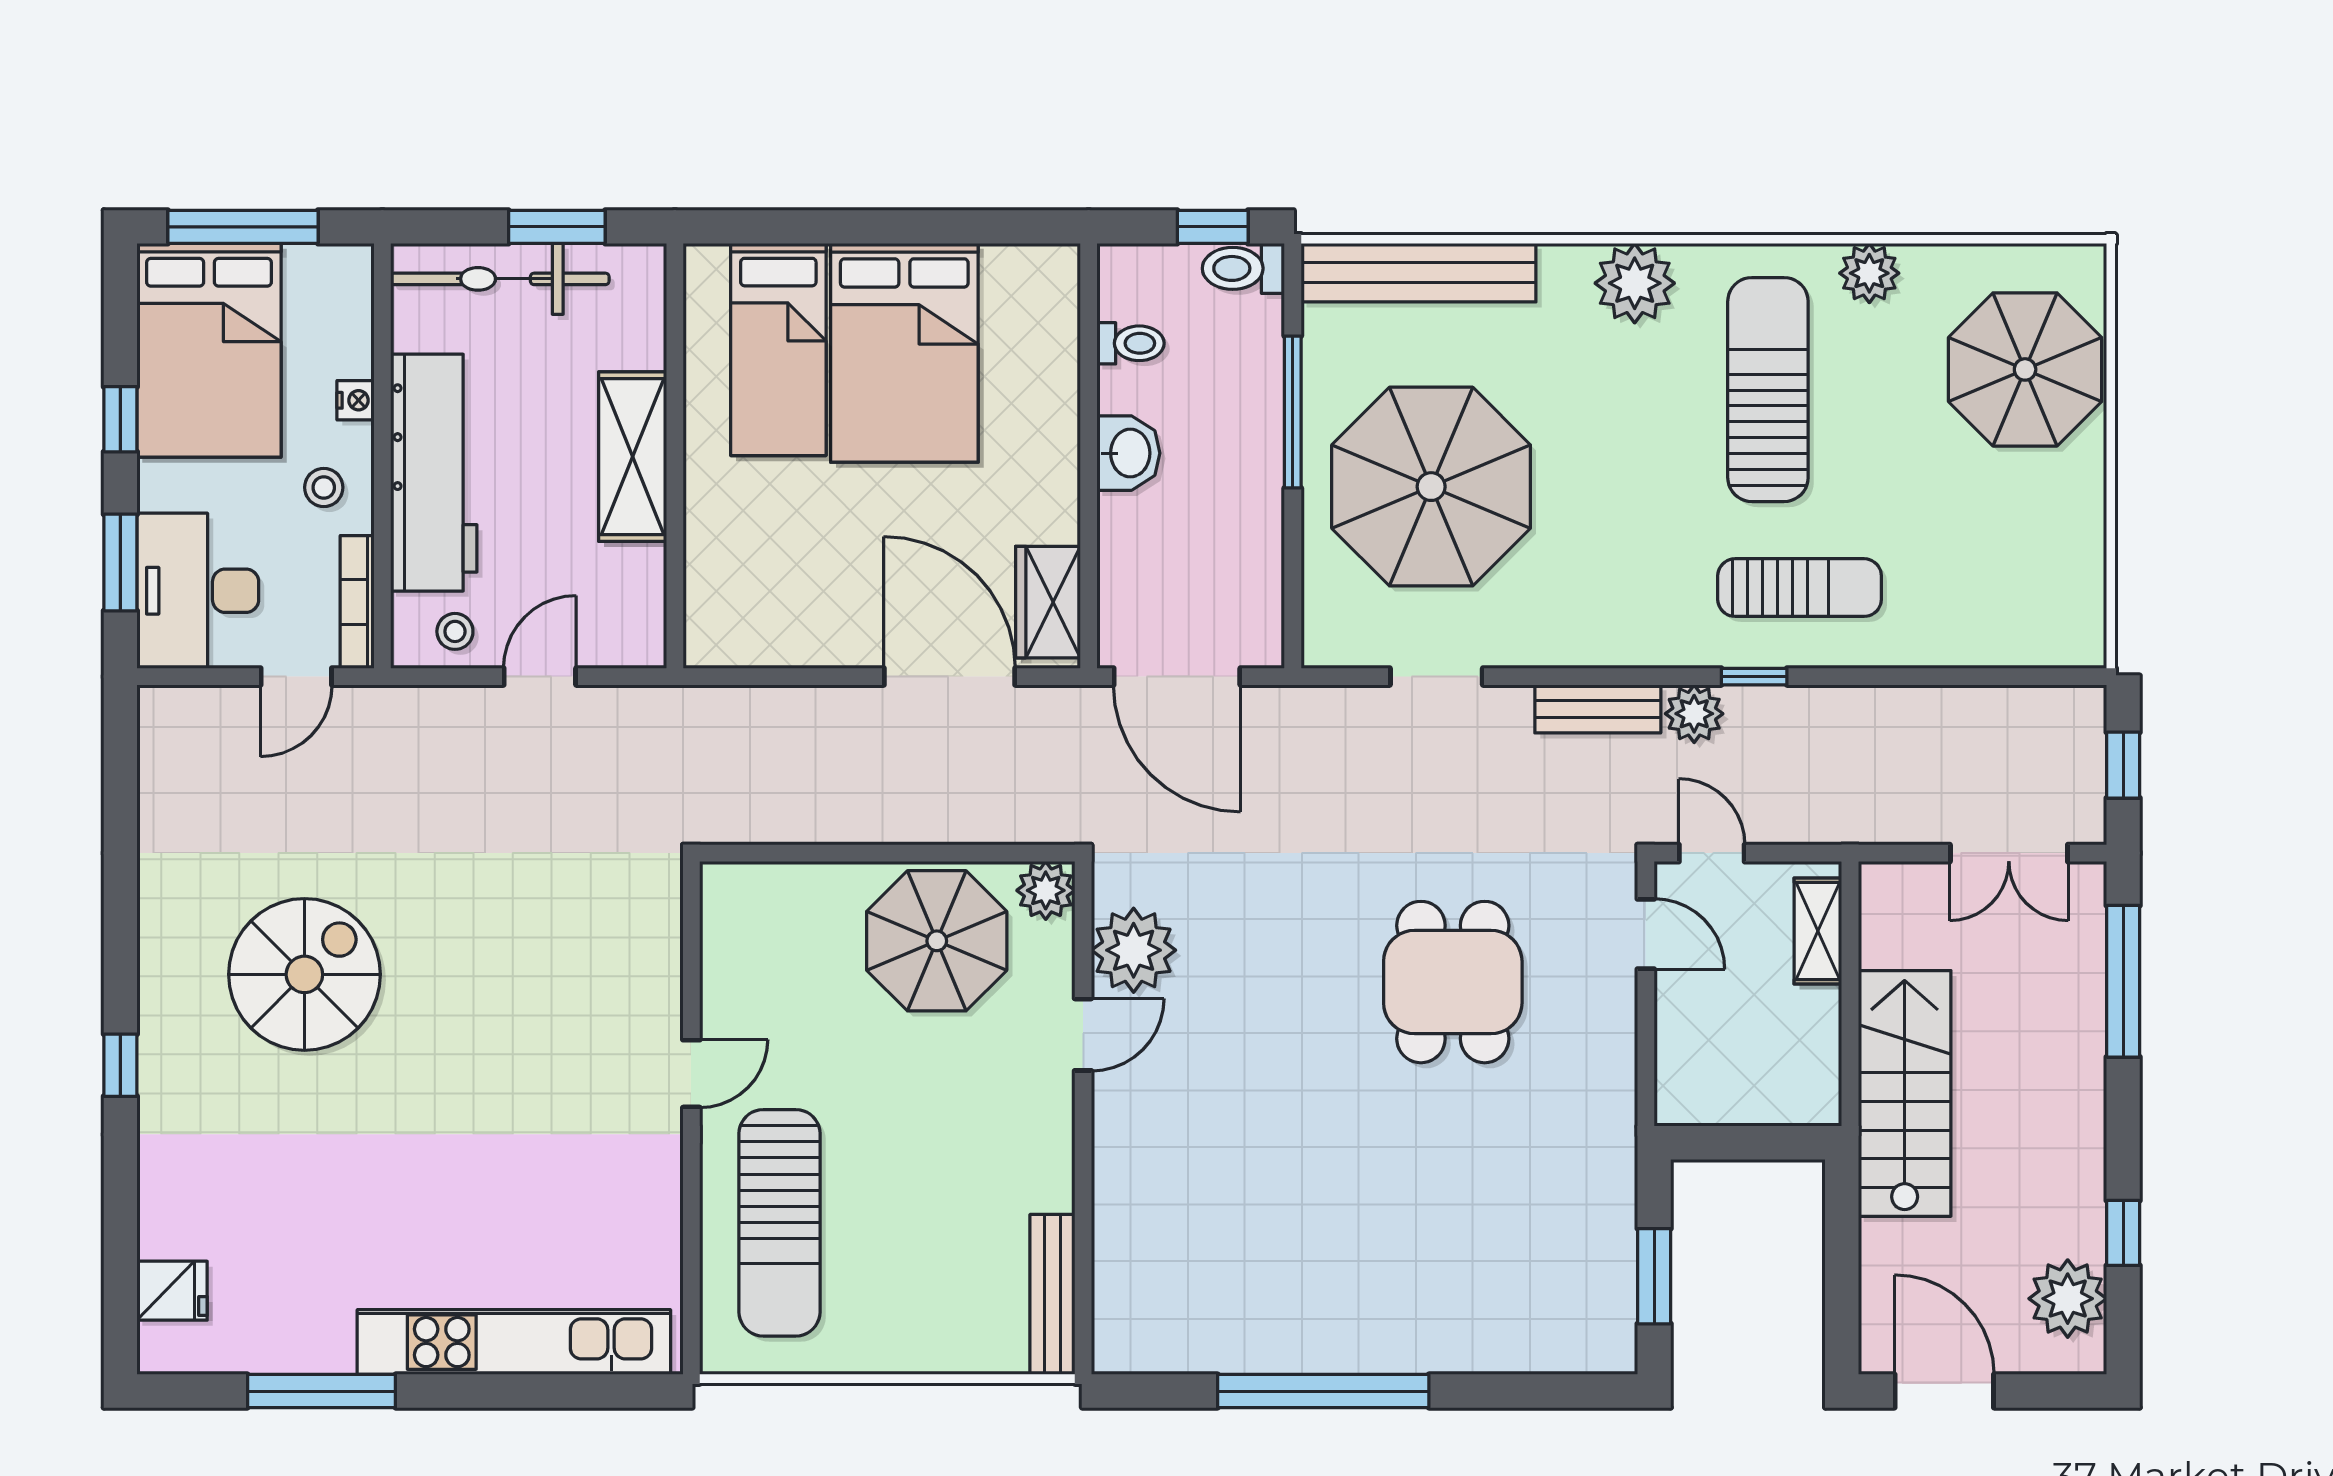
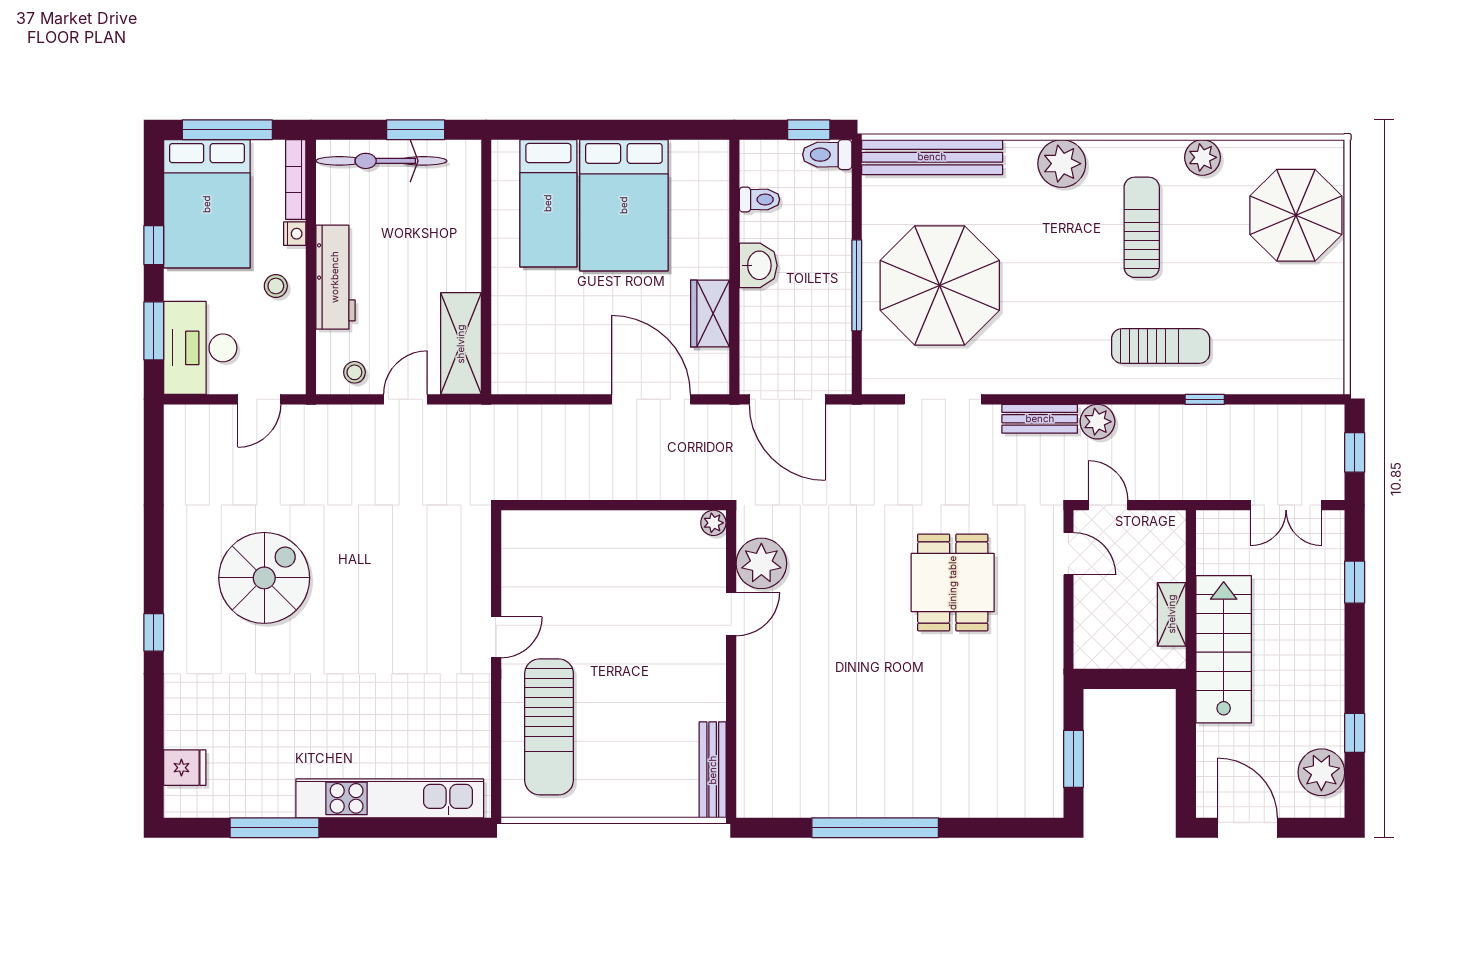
sun lounger: (1768, 390) -> (1142, 227), width x0.73, depth x0.75
window: (1293, 412) -> (857, 285), moved
shelving: (633, 457) -> (461, 344), moved
workbench: (434, 473) -> (335, 277), width x0.73, depth x0.76
bookcase: (357, 602) -> (296, 179), moved
wardrobe: (1048, 602) -> (710, 314), moved
doorway: (1436, 677) -> (943, 399), width x1.38
window: (1754, 677) -> (1205, 399), moved
plant: (1046, 890) -> (713, 523), width x0.73, depth x0.73
shelving: (1818, 931) -> (1172, 614), moved
parasol: (937, 941) -> (643, 558), removed
window: (2123, 981) -> (1355, 582), width x0.46

